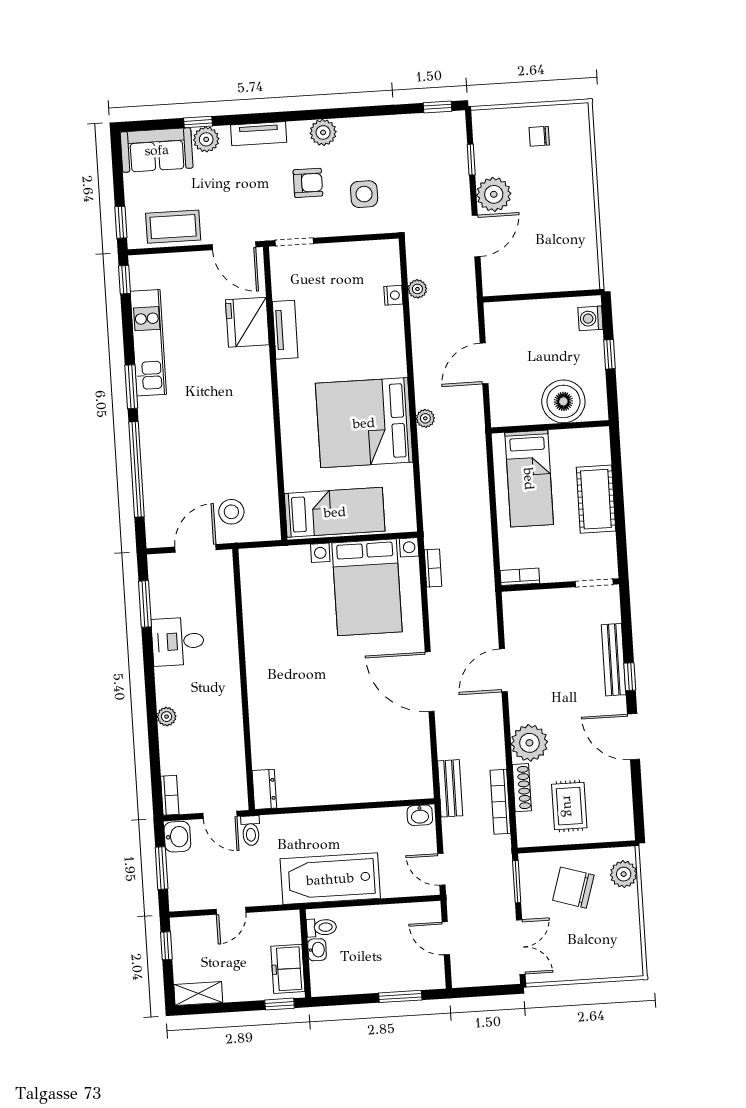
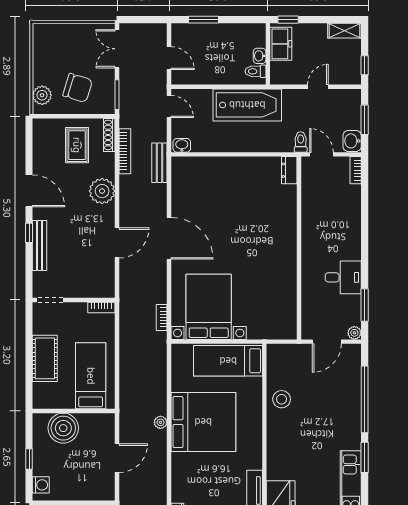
stool: (231, 512) -> (282, 399), moved
plant: (167, 717) -> (354, 333), moved
shoe rack: (522, 788) -> (109, 135), moved

